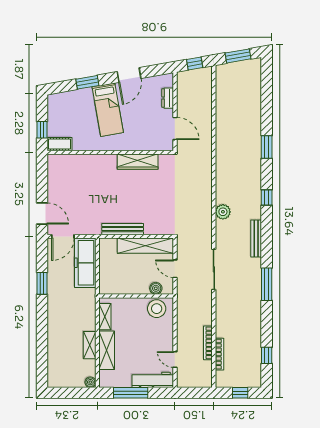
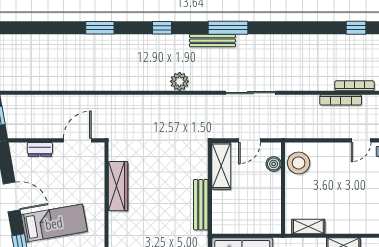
shelving: (145, 246) -> (221, 166), width x0.68
window: (267, 284) -> (228, 28), moved
shelving: (107, 350) -> (350, 224), removed

